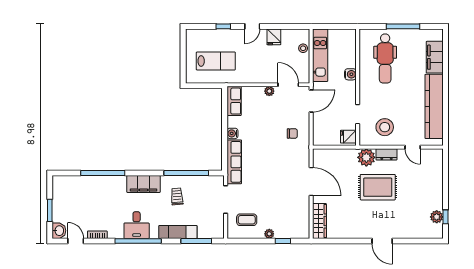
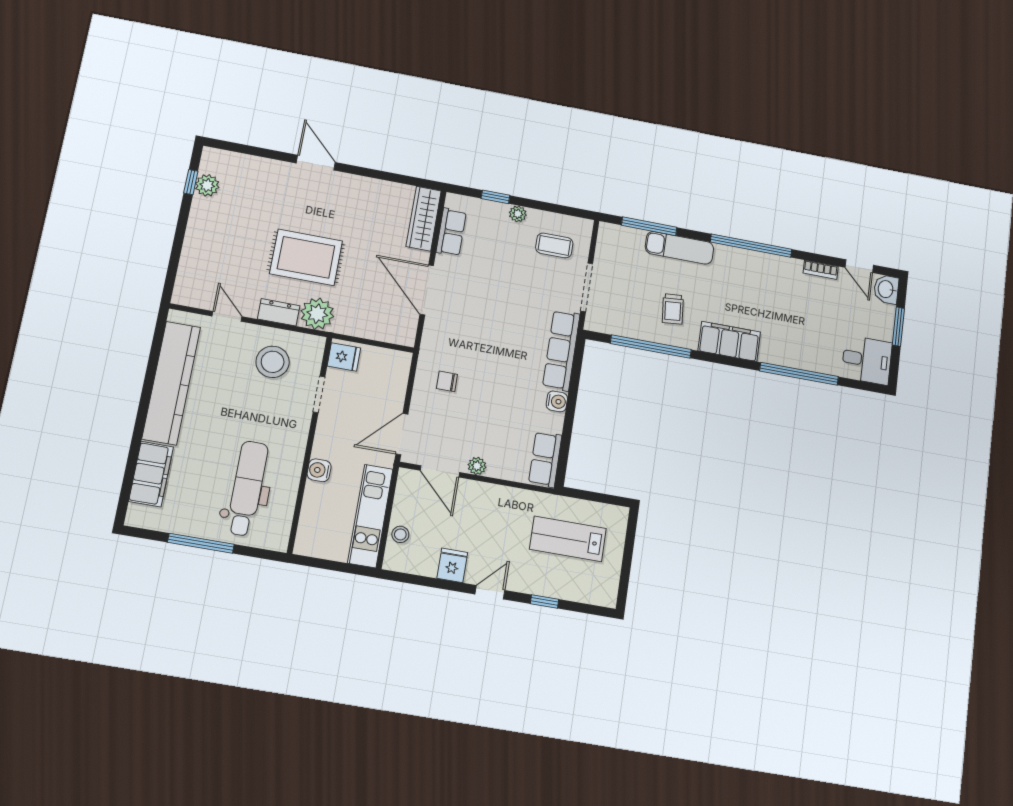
row of seats: (303, 216) -> (451, 232), added
desk: (137, 225) -> (867, 360), moved, turned 90

